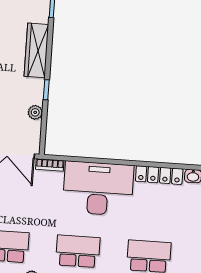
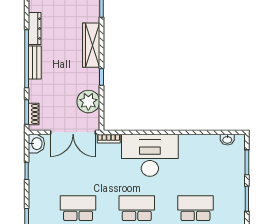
plant: (35, 112) -> (88, 102), width x1.88, depth x1.88
locker: (159, 175) -> (199, 141), removed

